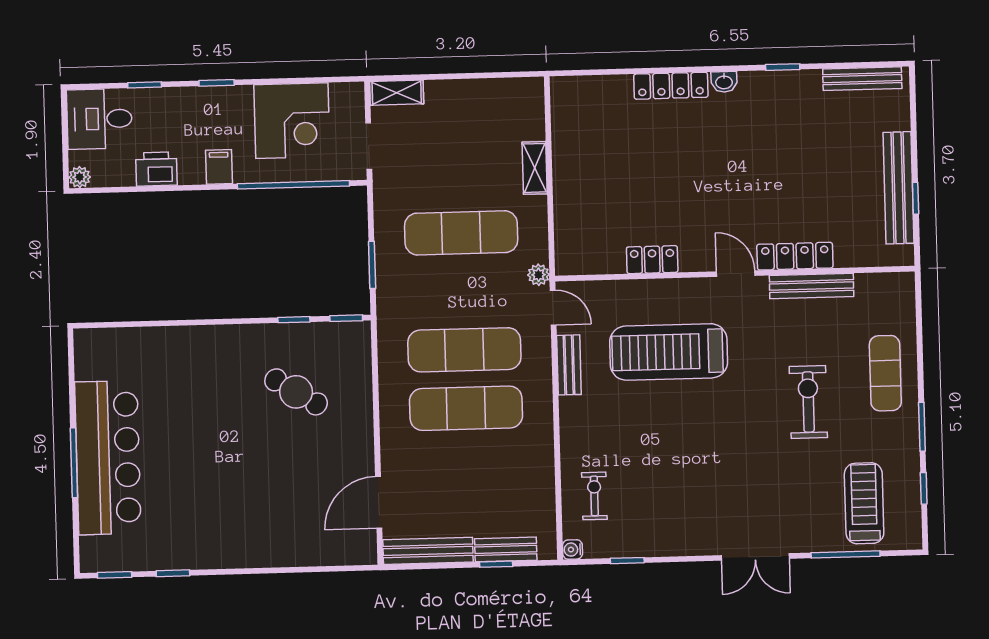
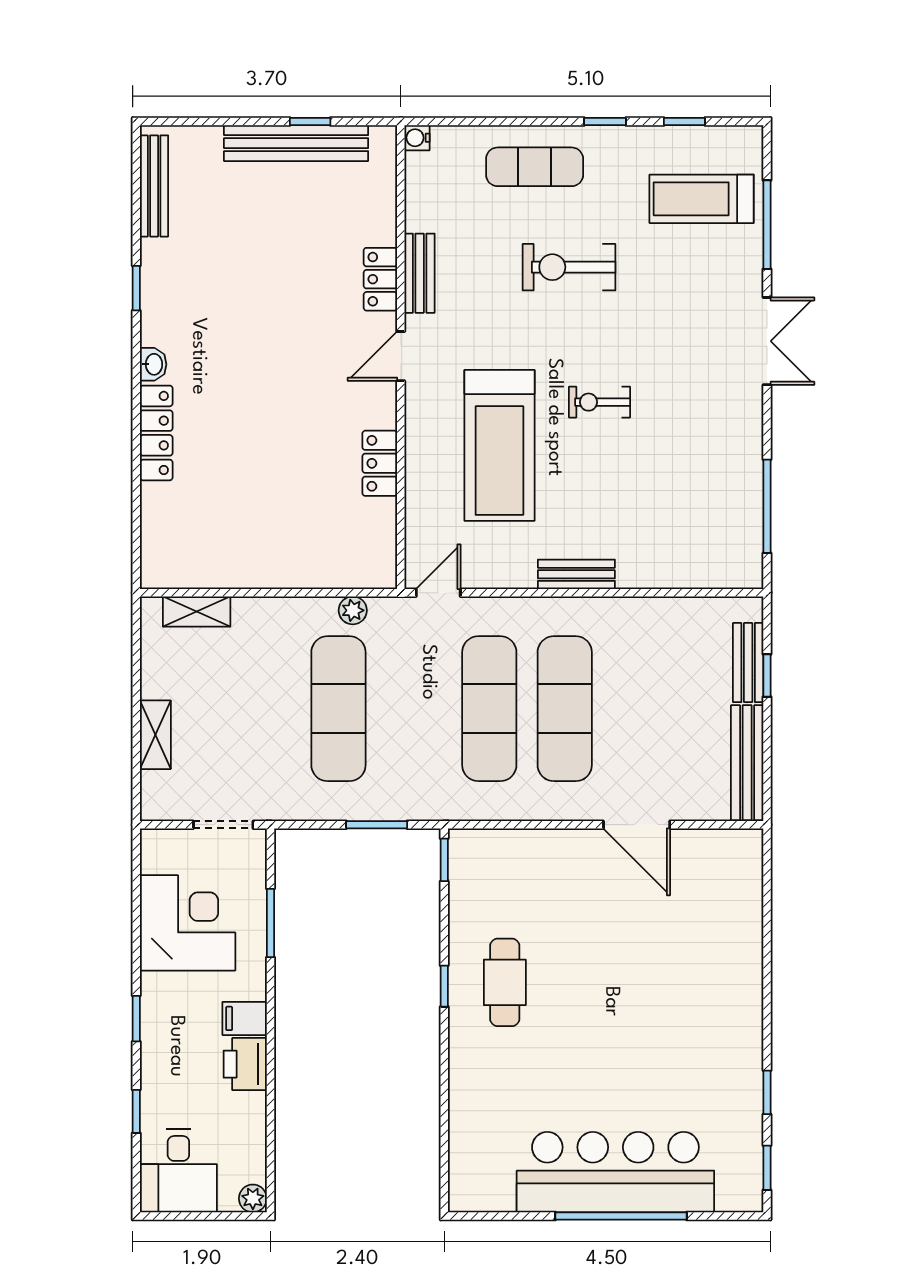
shelving: (397, 93) -> (155, 735), moved
shelving: (535, 168) -> (197, 612), moved
printer: (156, 169) -> (245, 1064), moved
window: (293, 185) -> (270, 923), width x0.47
locker: (795, 256) -> (380, 279), width x0.66
plant: (539, 275) -> (353, 610), moved
bench: (812, 286) -> (420, 273), width x0.73
window: (294, 320) -> (444, 986), moved
bench: (569, 365) -> (576, 574), moved
cafe table: (296, 392) -> (505, 982), moved, turned -32
window: (922, 427) -> (605, 122), width x0.67
window: (74, 463) -> (621, 1216), width x1.46
exercise bike: (594, 496) -> (600, 402), moved
door: (379, 502) -> (637, 825), moved
water cooler: (572, 550) -> (417, 138), moved, turned 90
window: (627, 561) -> (767, 506), width x2.17

